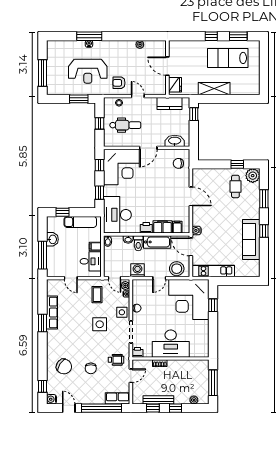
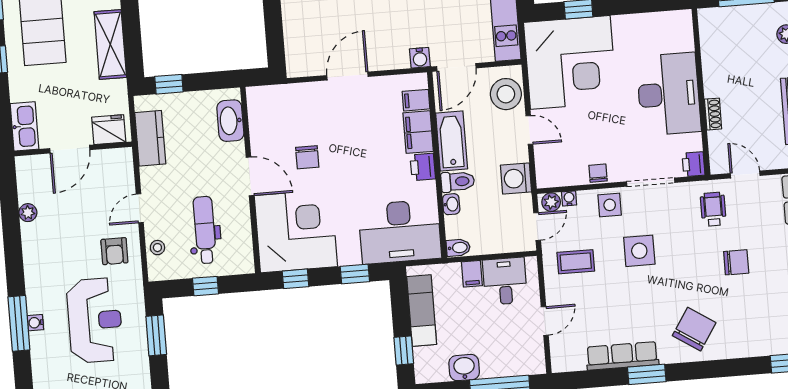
kitchen sink: (180, 46) -> (25, 126), added
chair: (178, 163) -> (307, 157), moved
chair: (64, 367) -> (694, 329), moved

